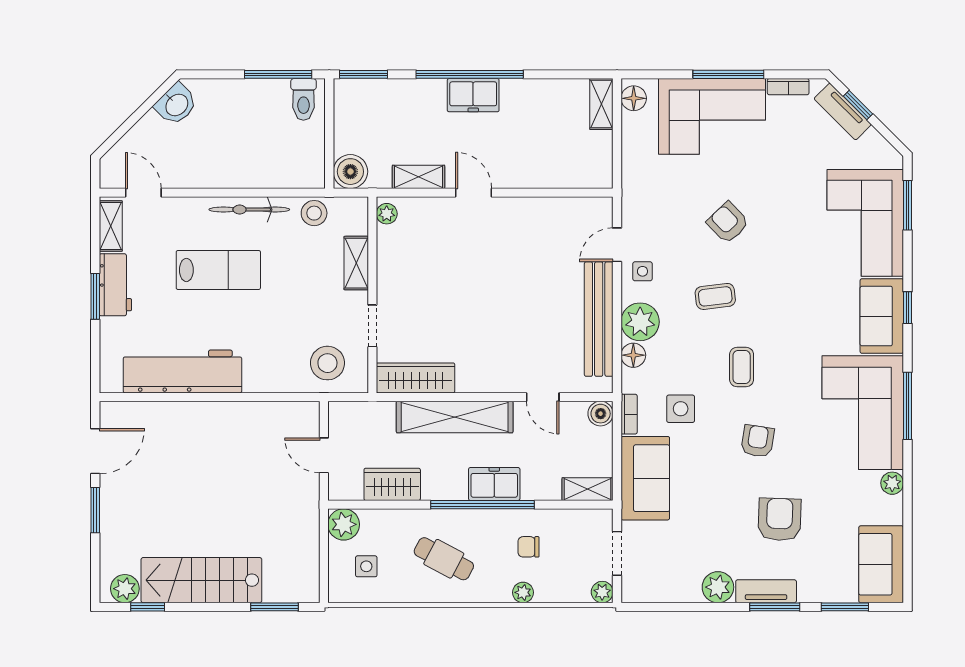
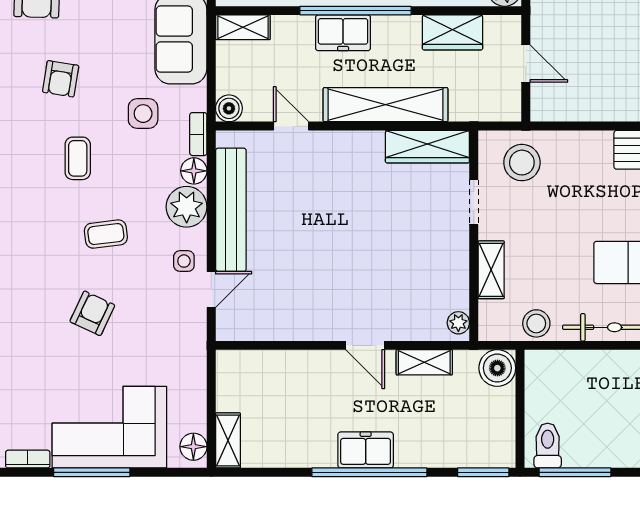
armchair: (728, 223) -> (92, 313), turned -111
bookcase: (629, 414) -> (198, 134), moved

